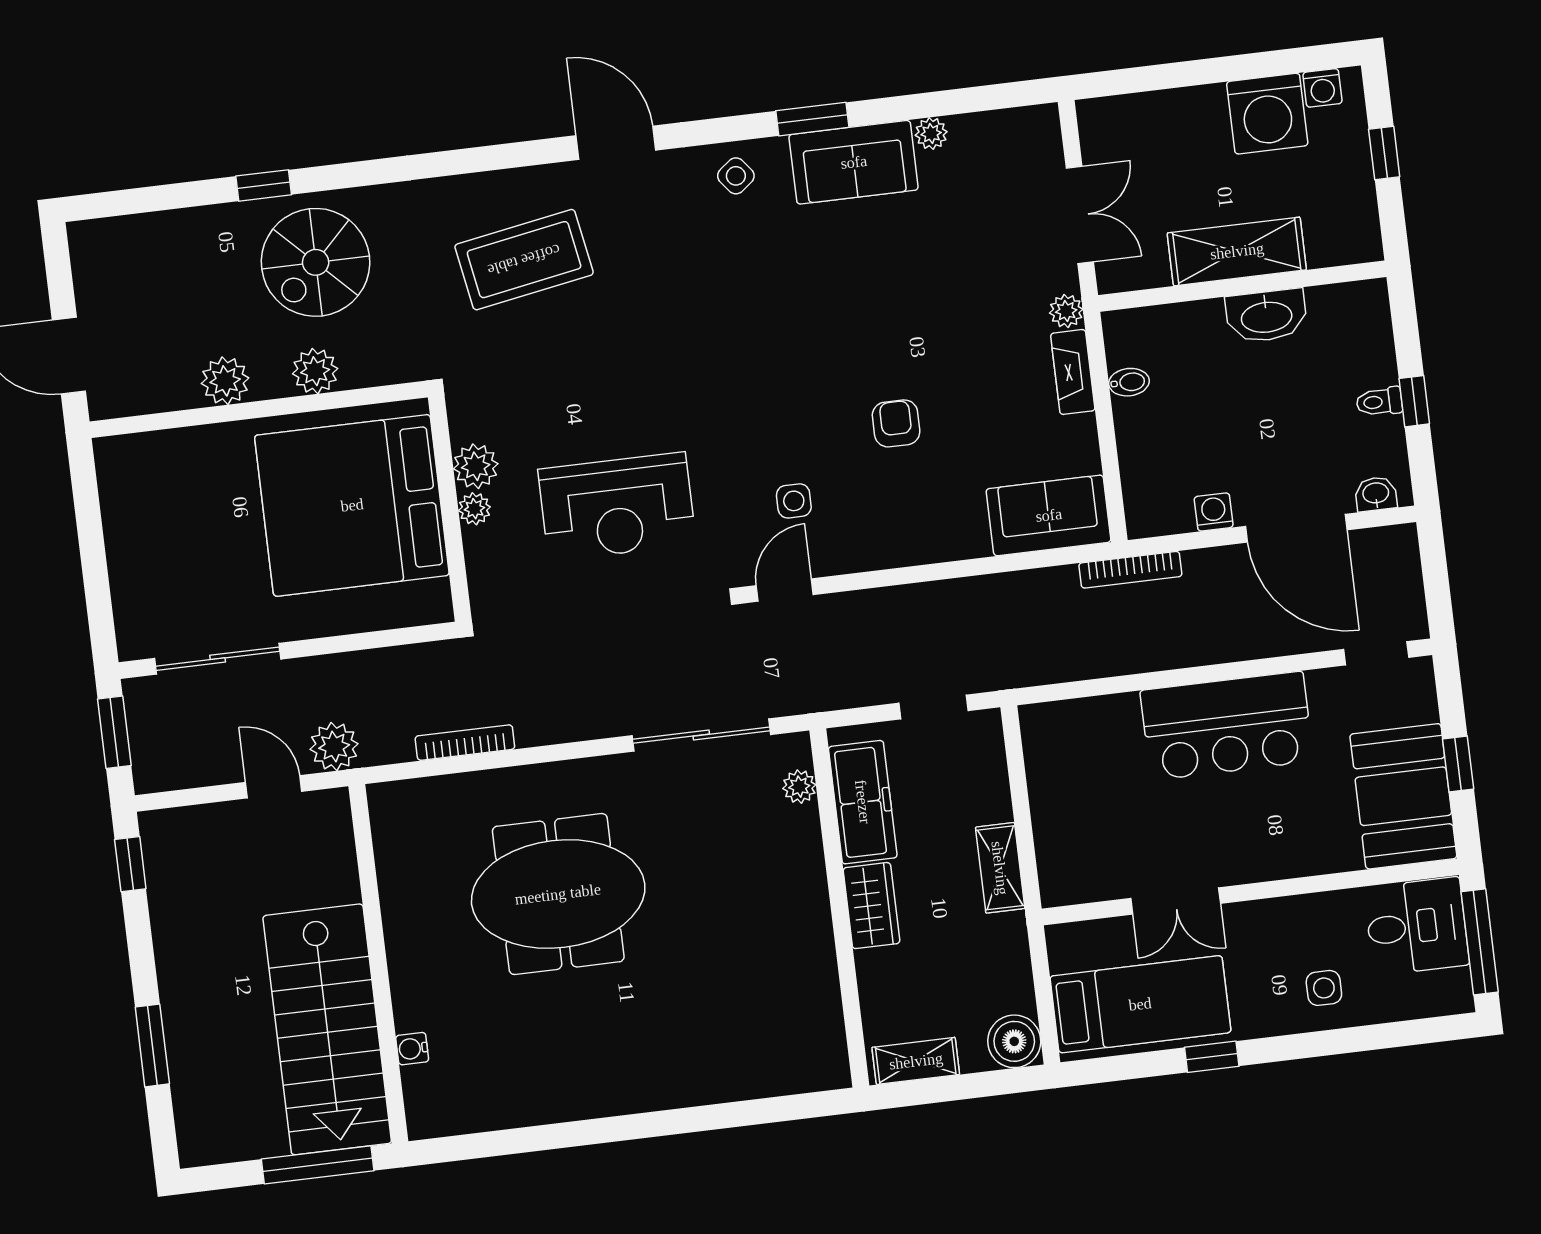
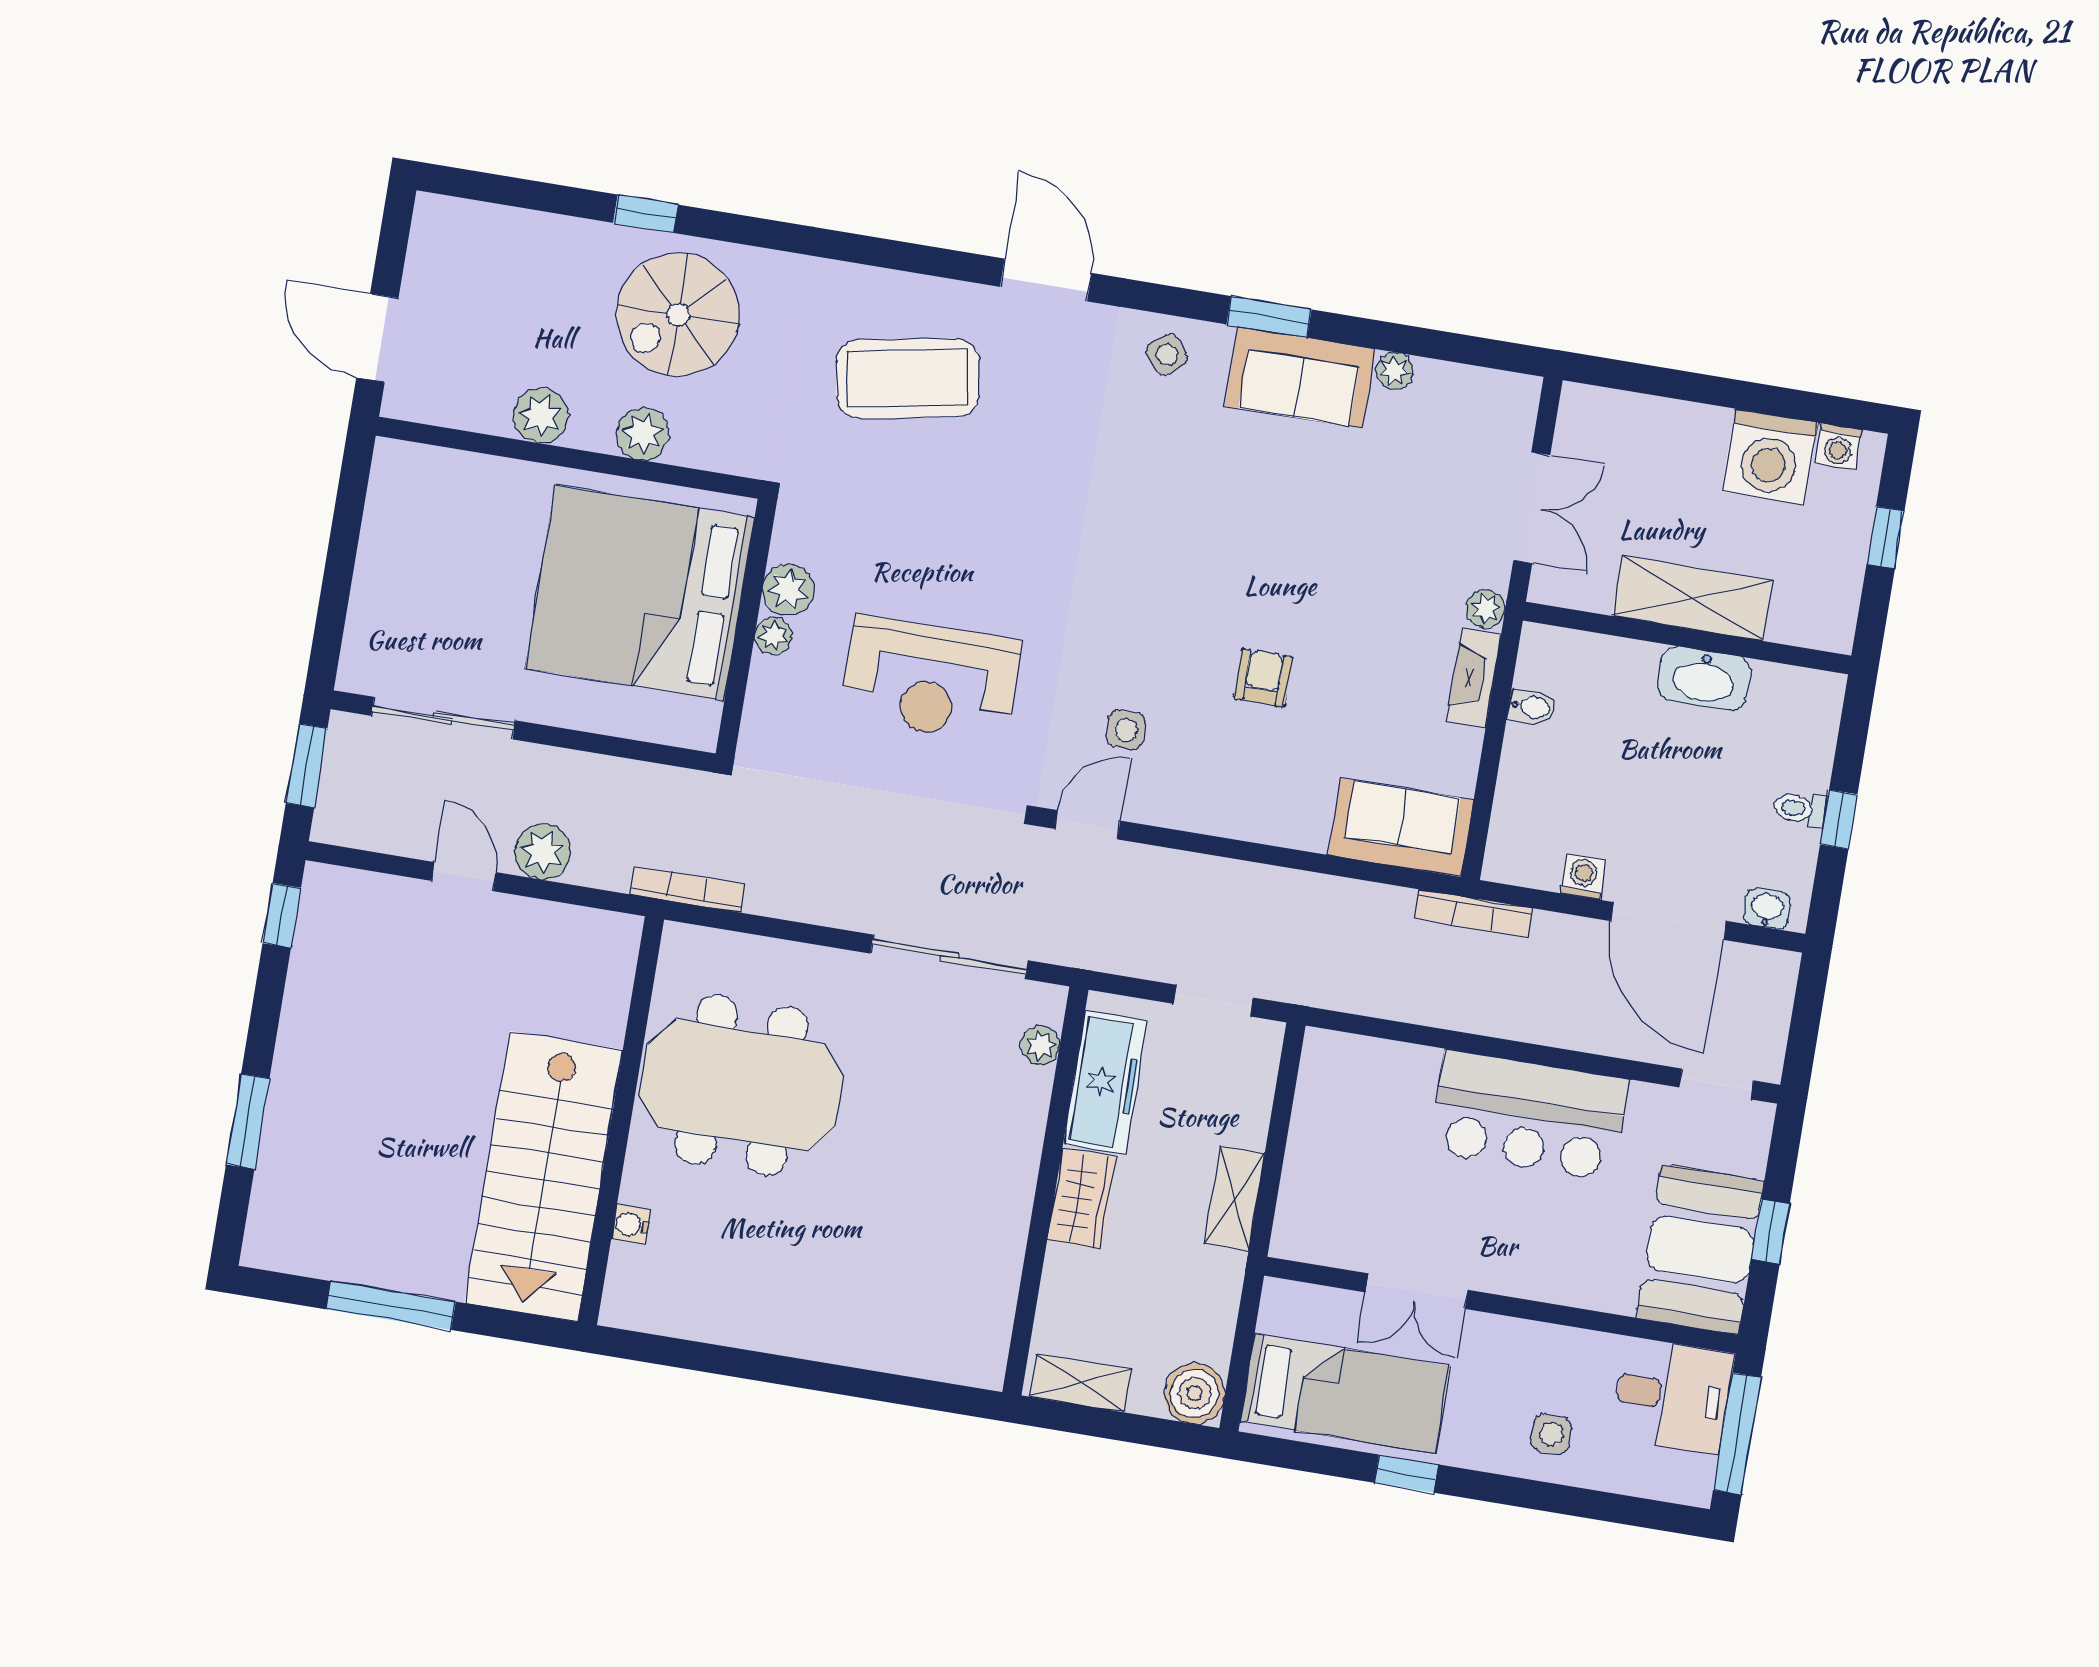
wall: (378, 964) -> (621, 1121), moved
stairs: (327, 1029) -> (544, 1176), moved
water cooler: (412, 1049) -> (631, 1225), moved

